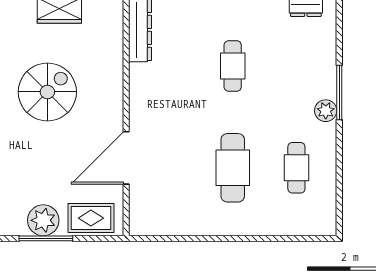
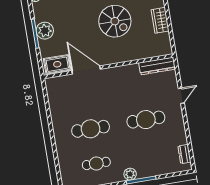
cafe table: (233, 66) -> (146, 120), width x1.37, depth x1.35
rug: (91, 218) -> (57, 64), moved, turned 90

